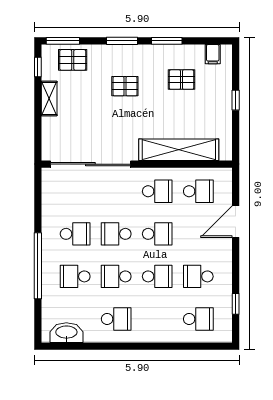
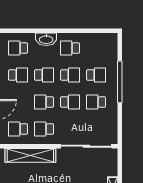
school desk: (157, 276) -> (44, 75), turned 180
washbasin: (66, 333) -> (46, 39), moved

